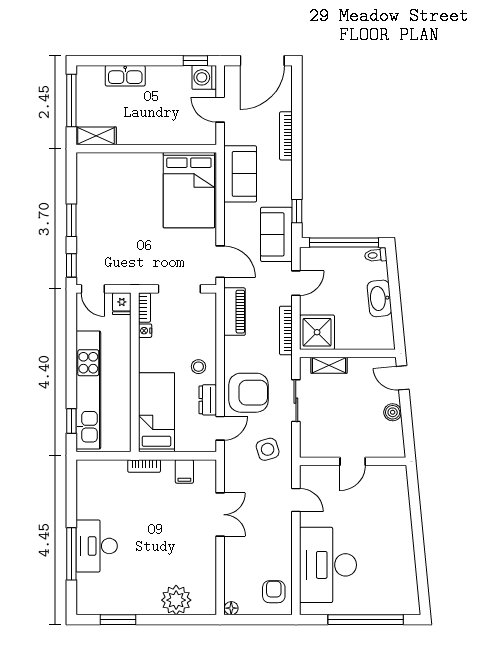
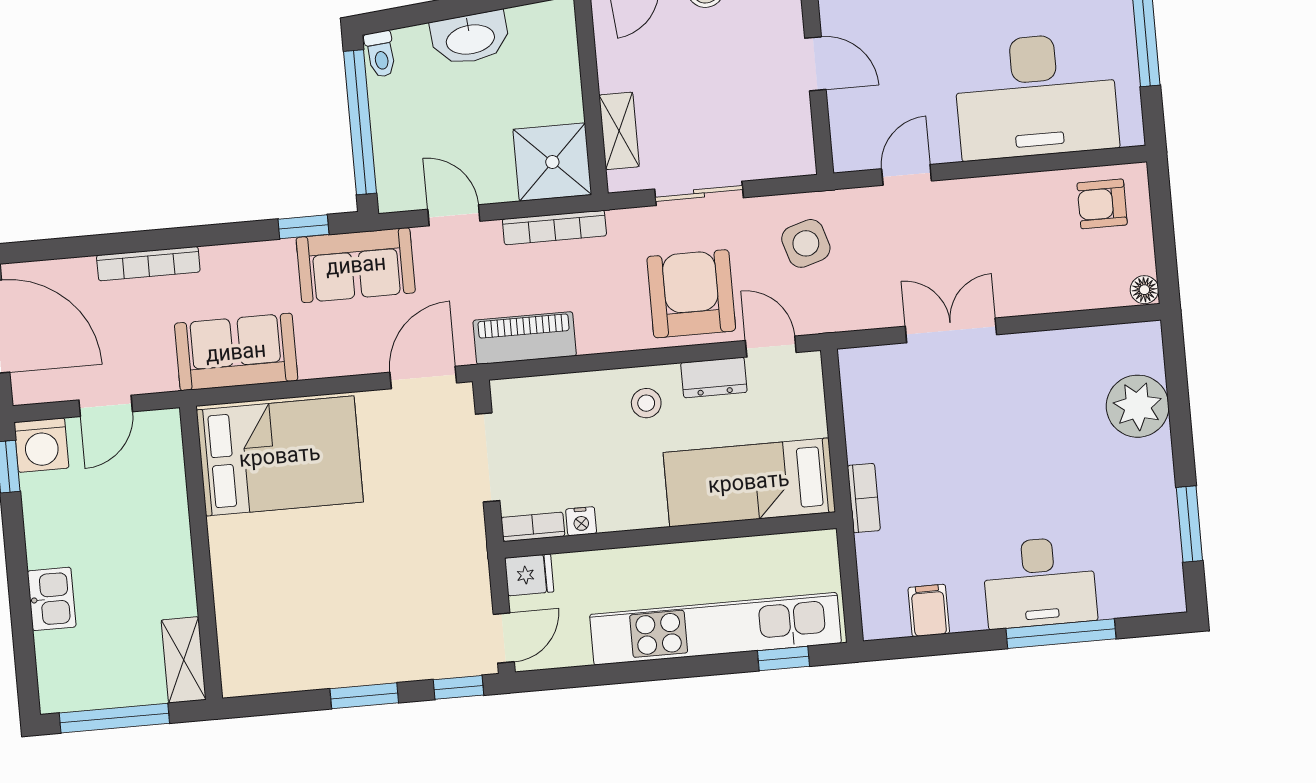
kitchen sink: (125, 76) -> (52, 599), width x0.73
filing cabinet: (184, 471) -> (929, 610), moved, turned -90

